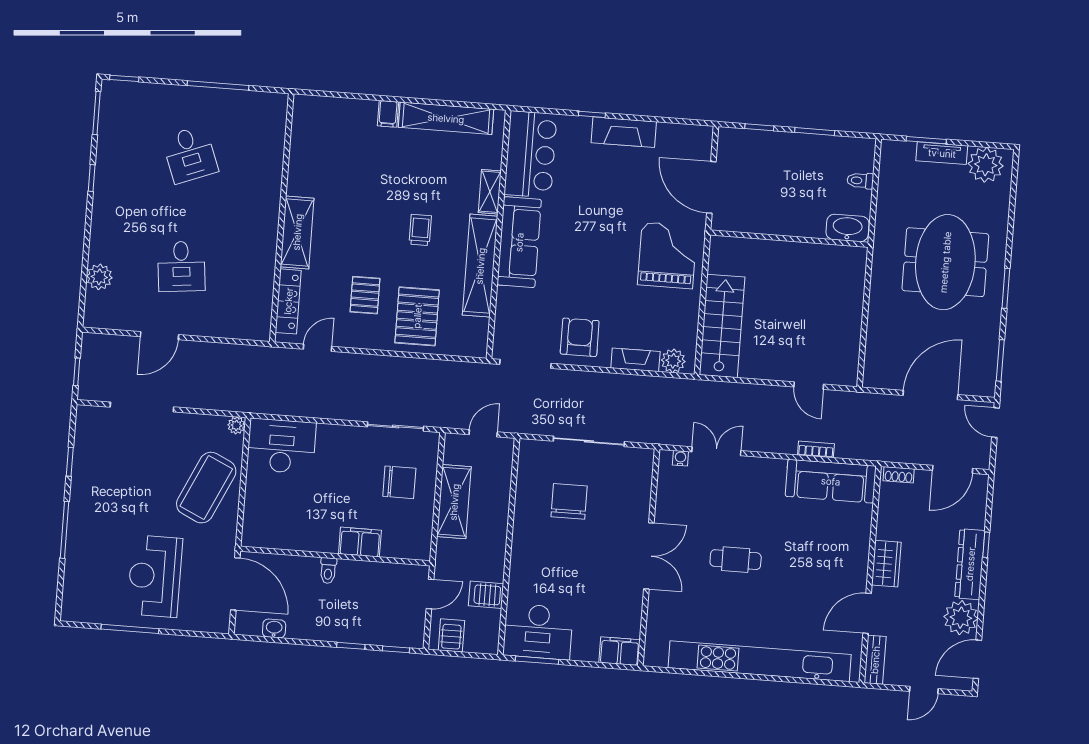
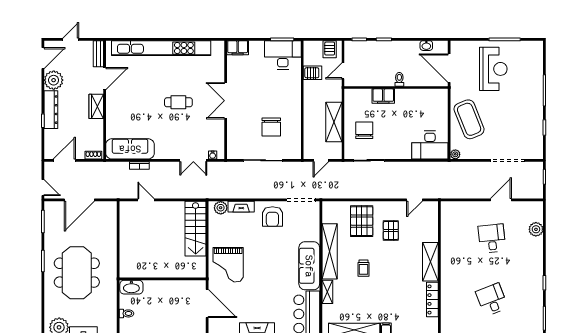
locker: (288, 301) -> (432, 299), moved
chair: (399, 482) -> (364, 130), turned 90
coffee table: (206, 488) -> (469, 119), turned -47

